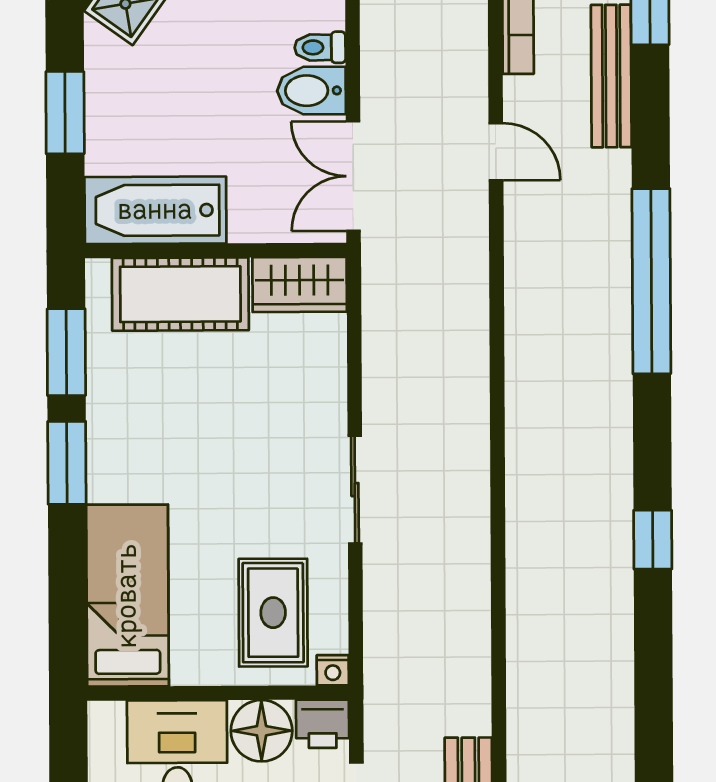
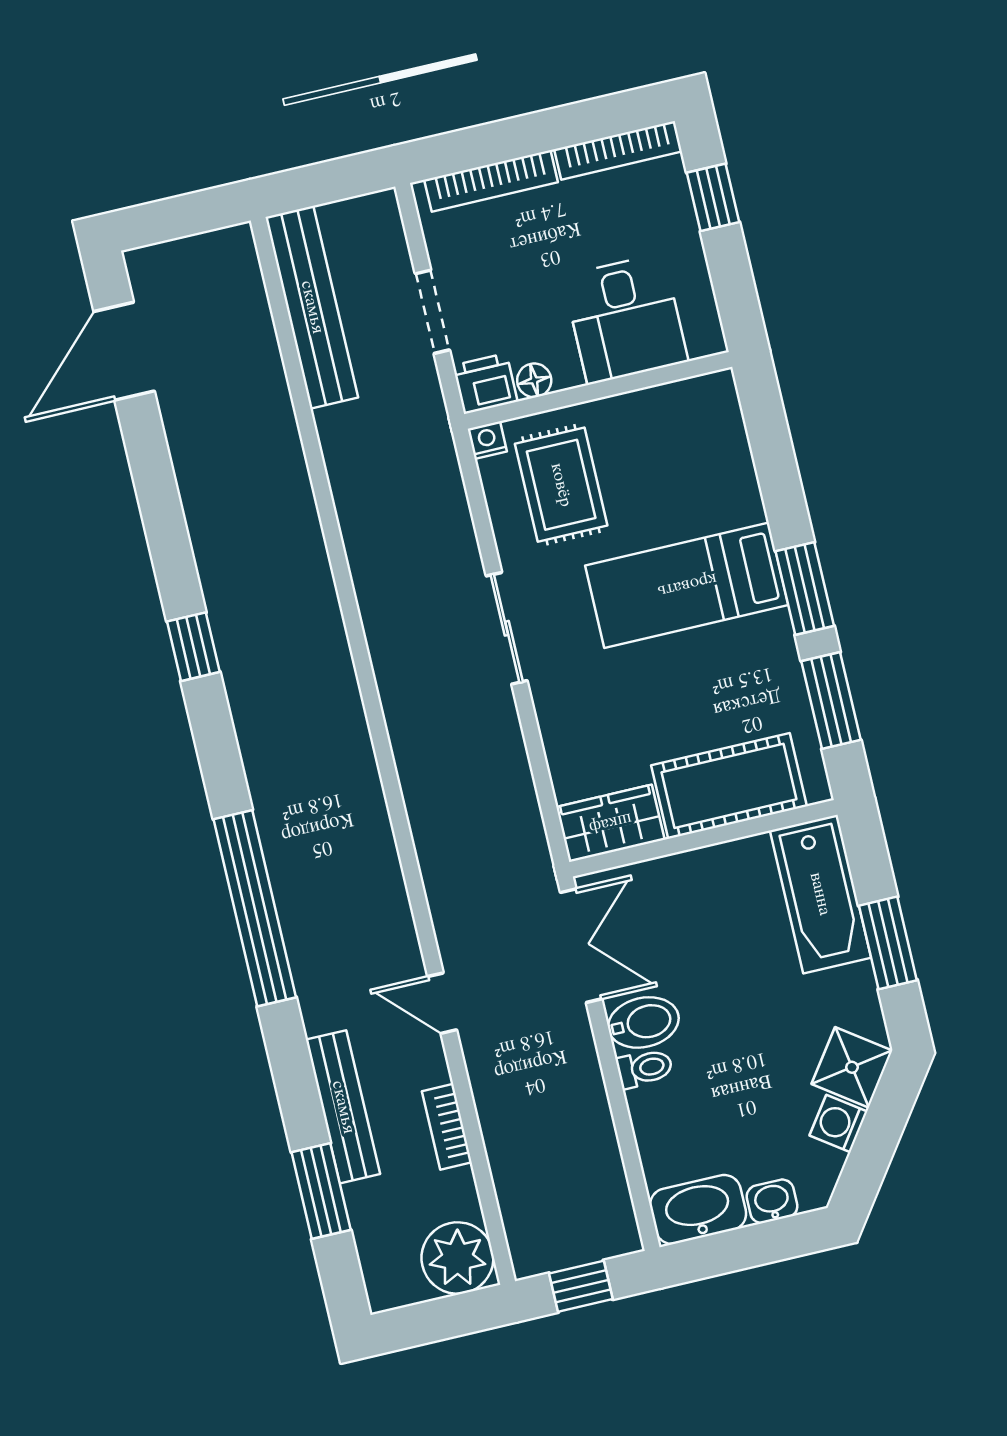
bathtub: (155, 210) -> (820, 894), moved, turned 90
bed: (127, 596) -> (687, 585), moved, turned 90
floor lamp: (262, 731) -> (534, 380), width x0.53, depth x0.53

